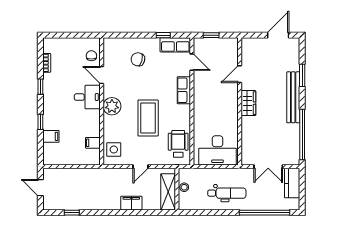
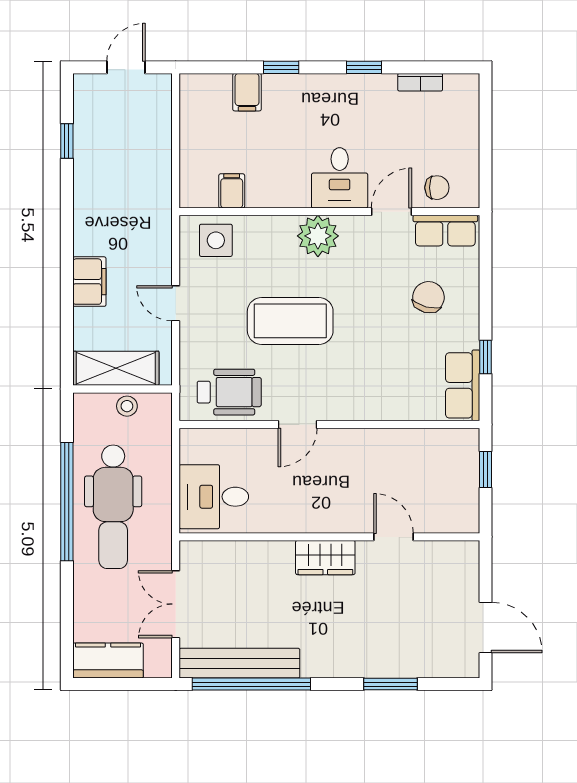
door: (192, 62) -> (297, 424), moved
row of seats: (184, 90) -> (445, 231), moved, turned 180
bench: (293, 97) -> (239, 663), moved
desk: (218, 150) -> (214, 497), width x0.73
kitchen counter: (292, 183) -> (108, 661), moved
dental chair: (227, 193) -> (113, 507), width x1.36, depth x1.38
window: (264, 213) -> (67, 502), moved

